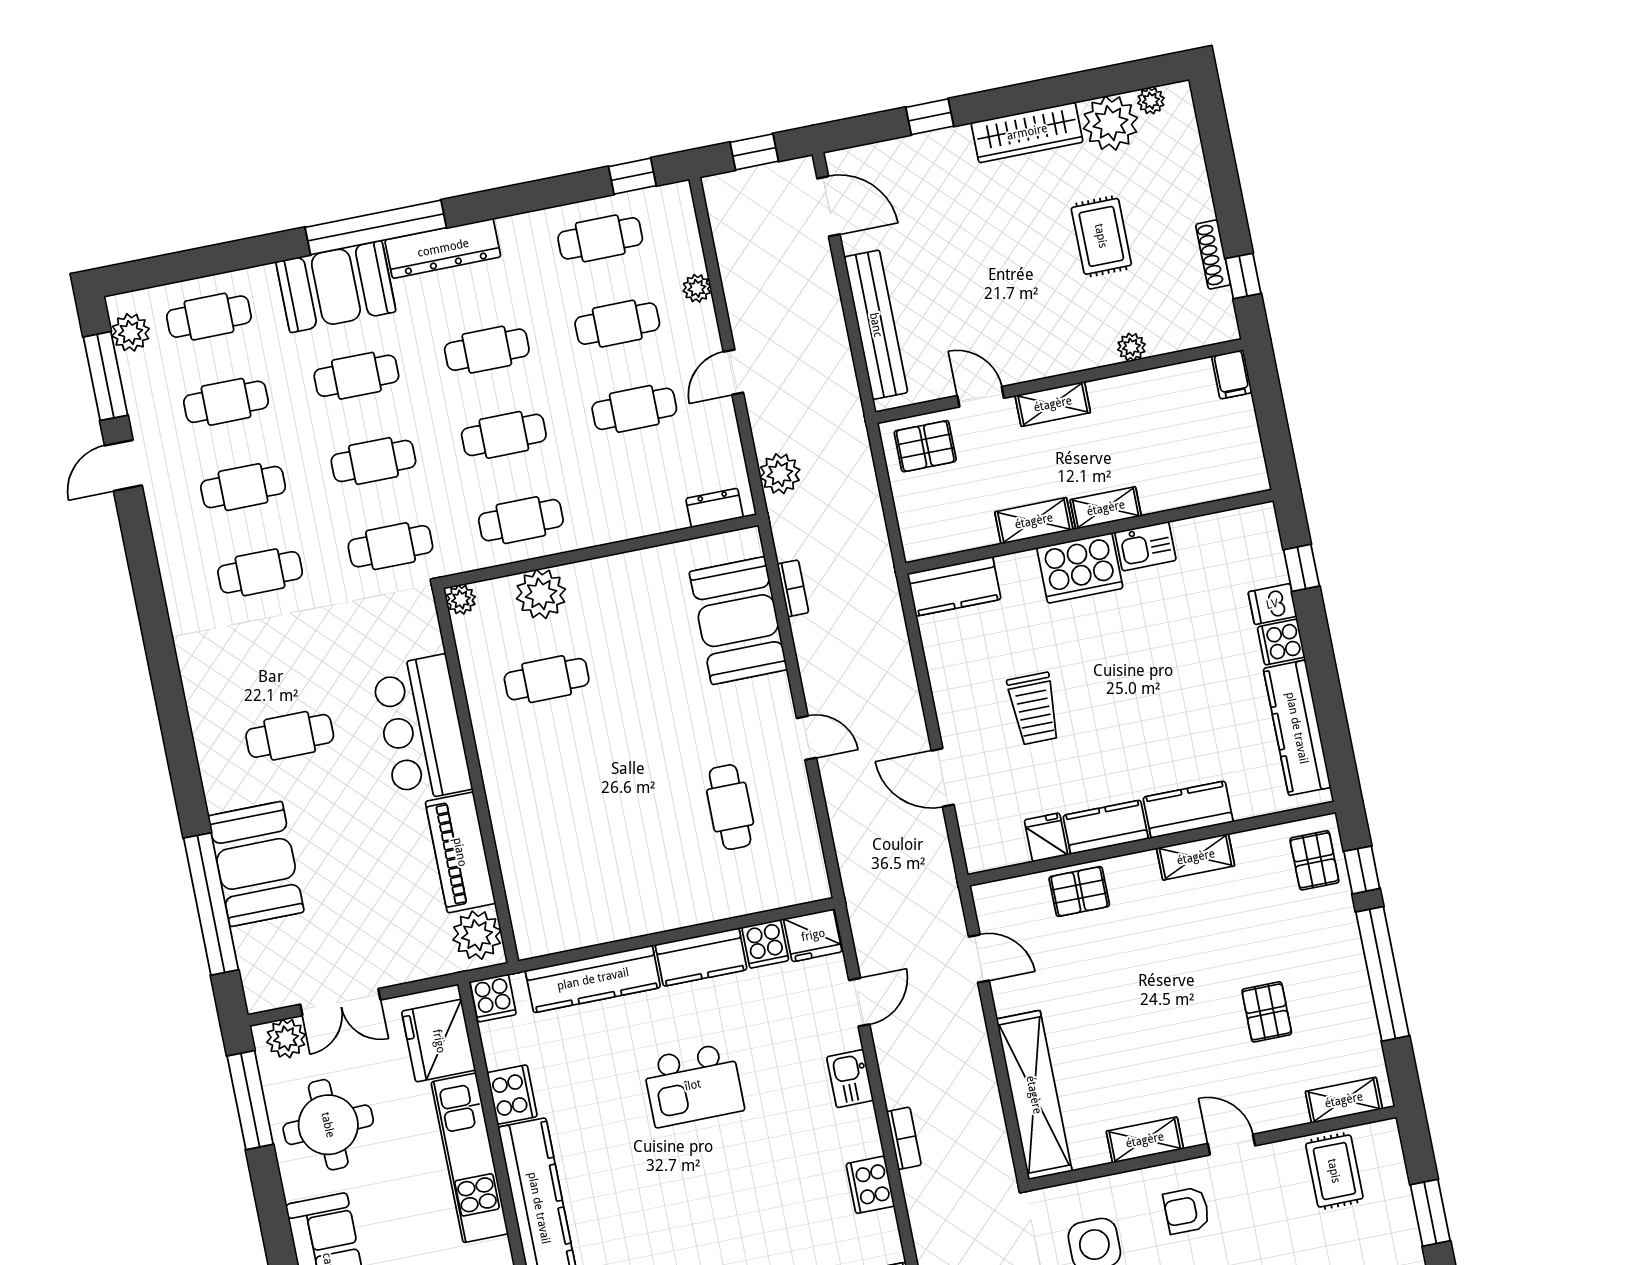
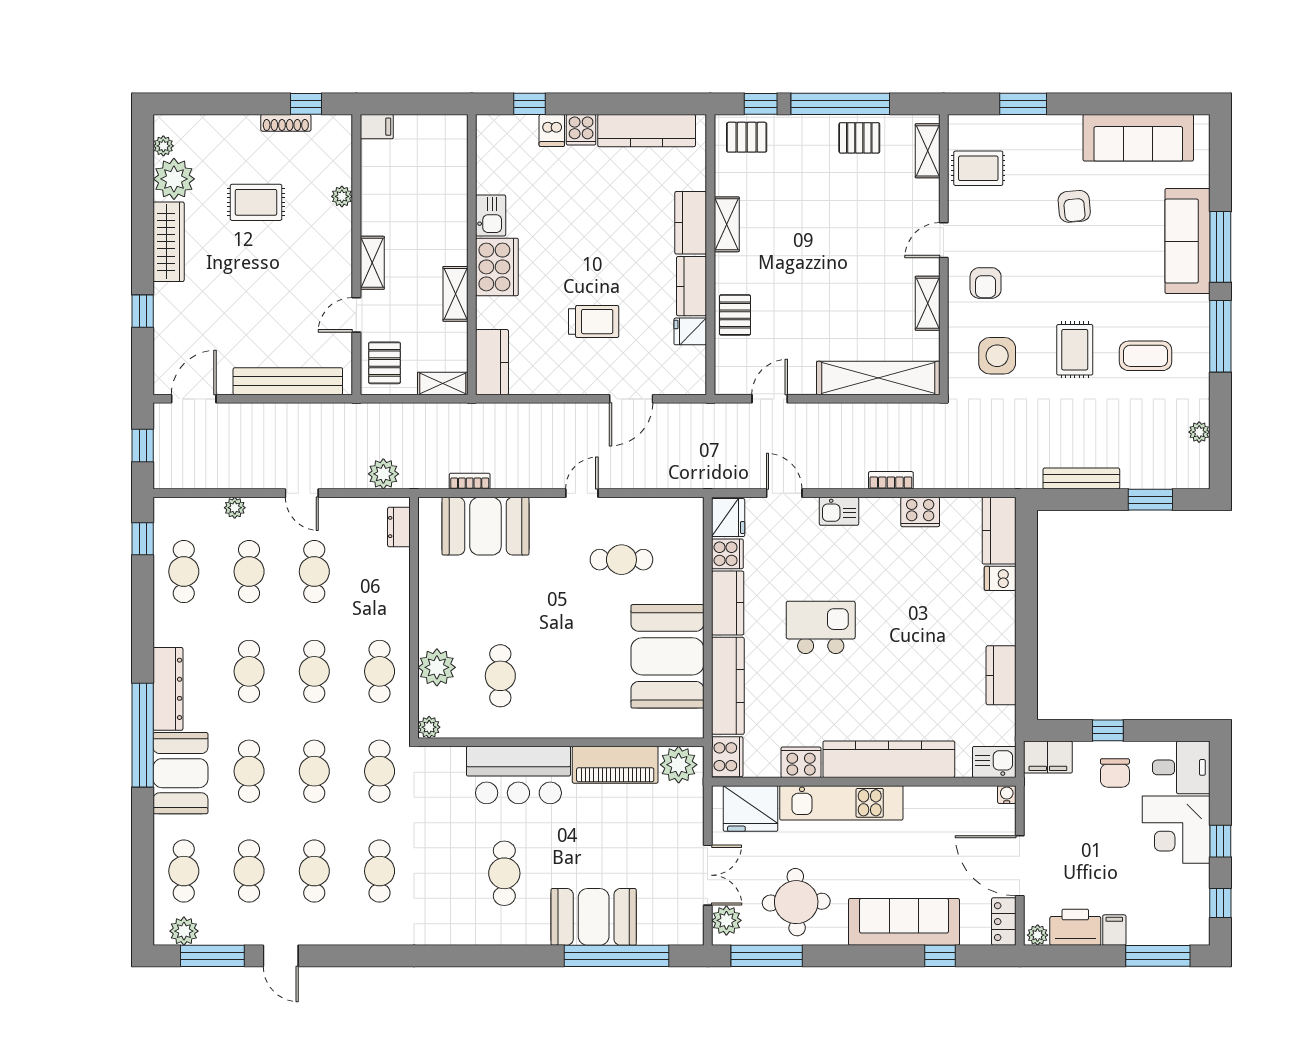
shelving: (1106, 508) -> (443, 384), moved, turned 90
booth: (616, 892) -> (667, 656), added
cooker: (493, 998) -> (727, 757), width x1.36
pallet: (1267, 1012) -> (859, 138), moved
kitchen island: (693, 1085) -> (821, 627), turned -90

